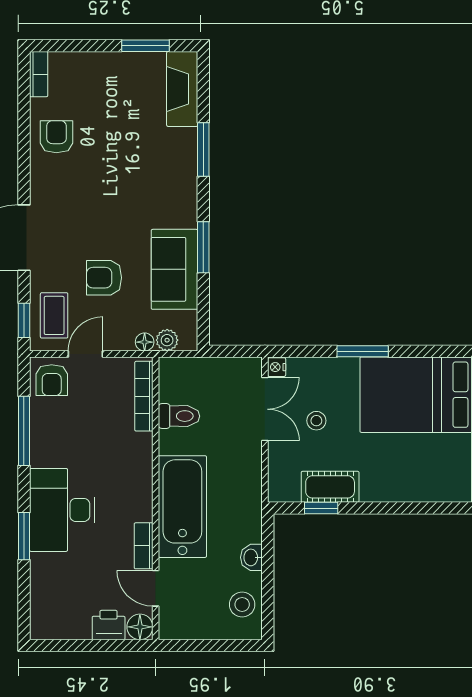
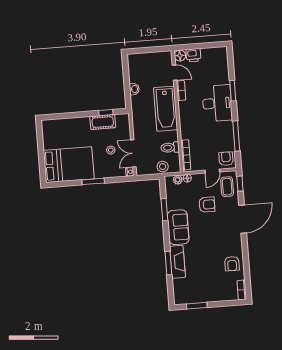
fireplace: (182, 89) -> (177, 262), moved
window: (203, 247) -> (164, 210), moved
sofa: (174, 269) -> (178, 227), moved
stool: (242, 604) -> (163, 167), moved

